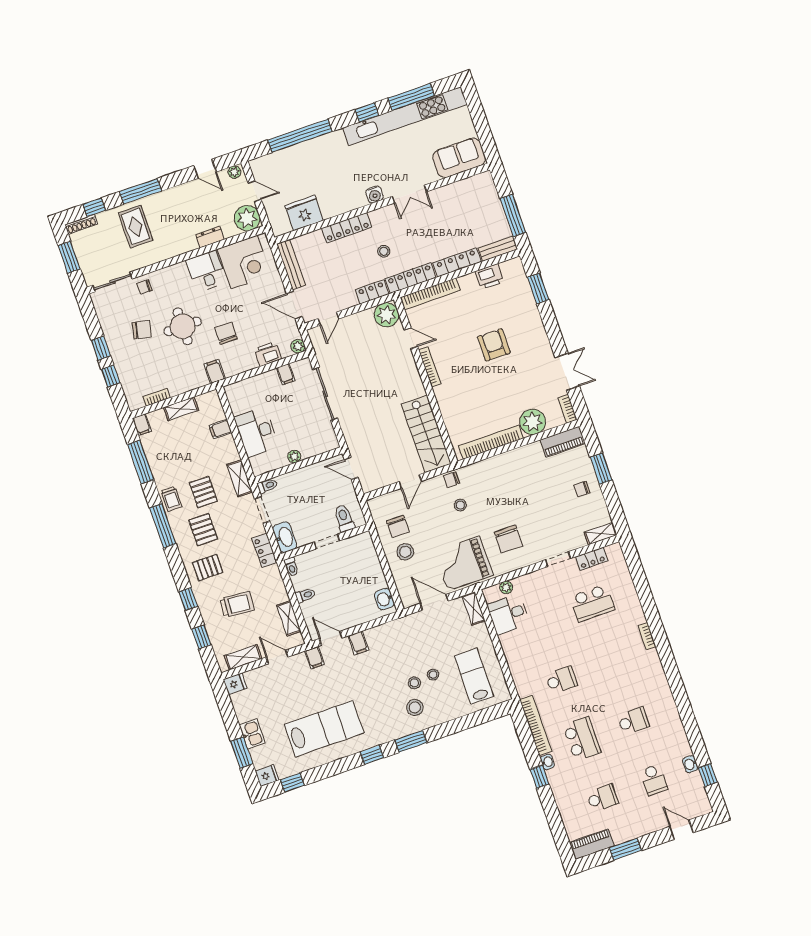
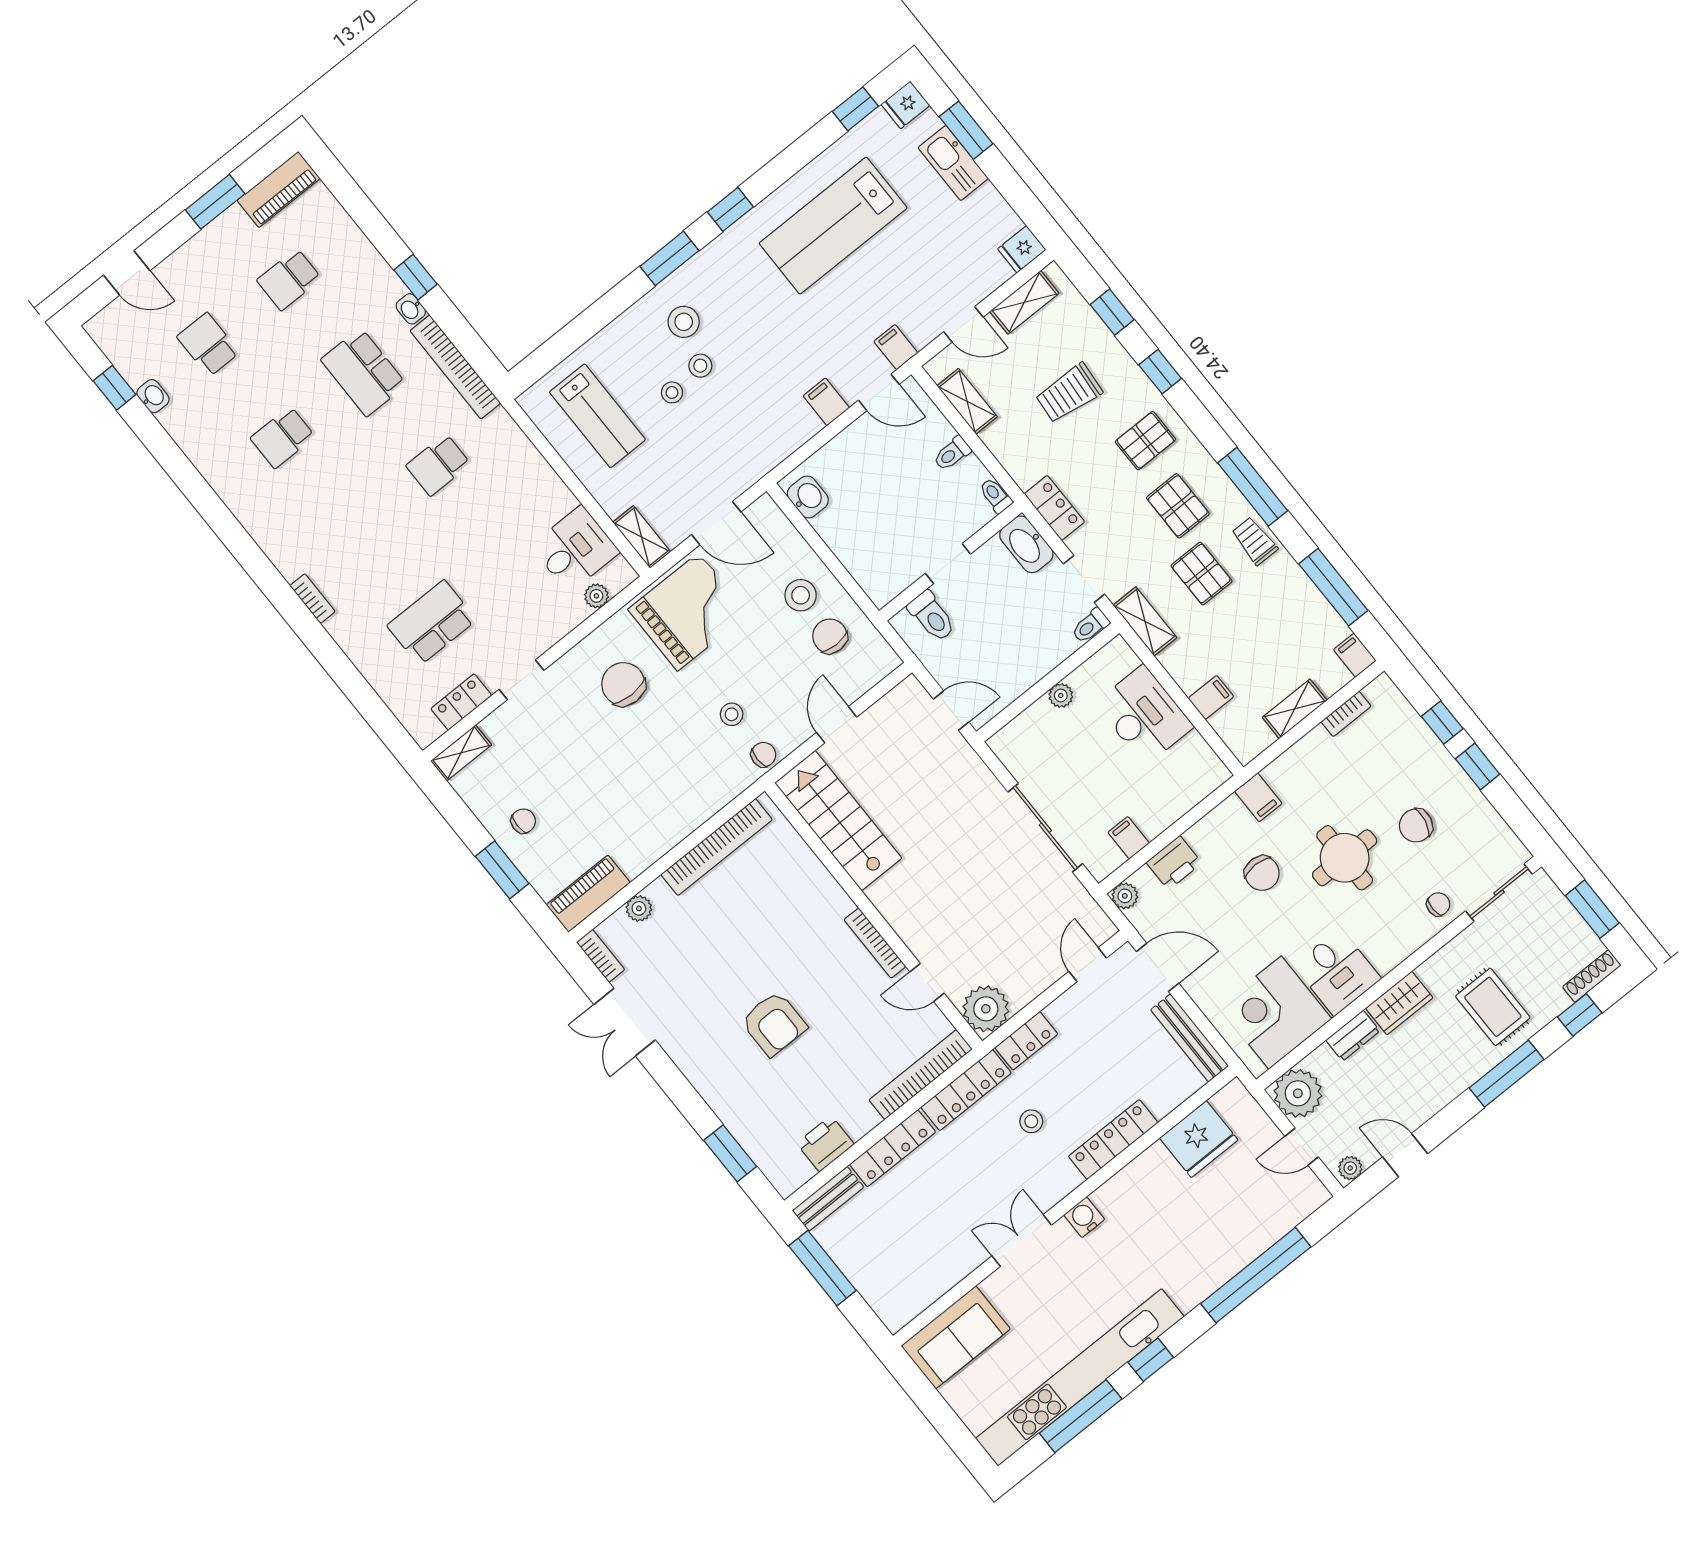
wardrobe: (181, 245) -> (1399, 1003), added
plant: (533, 422) -> (639, 908), width x0.53, depth x0.53
kitchen sink: (252, 734) -> (953, 163), width x1.38

